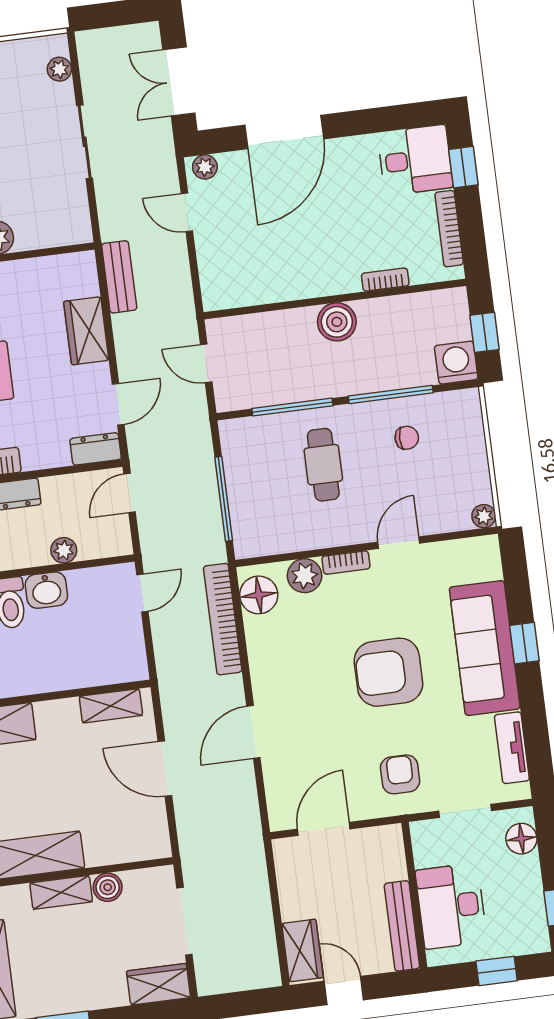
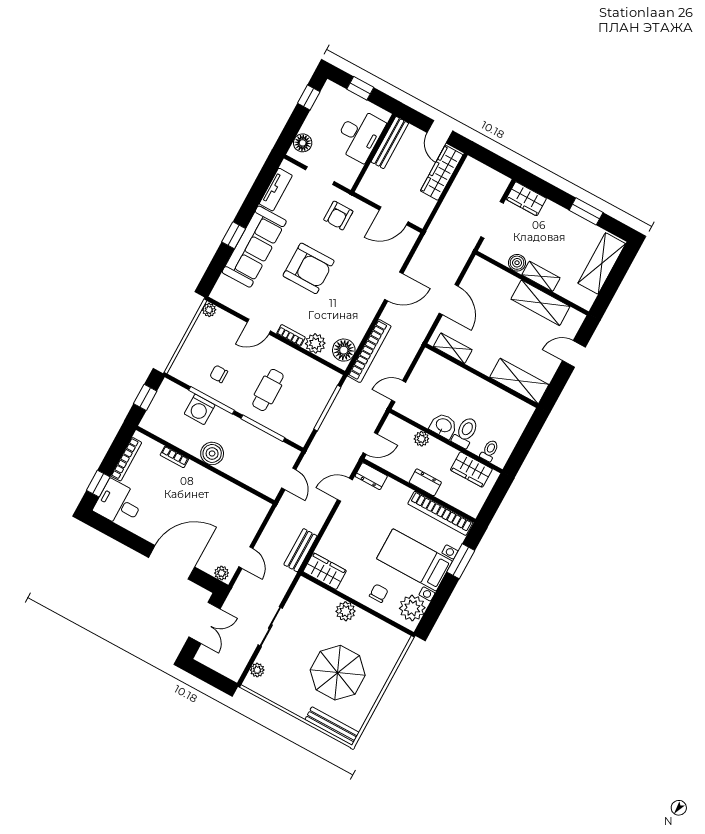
wardrobe: (86, 331) -> (325, 571), moved, turned -90
washing machine: (456, 363) -> (200, 409), moved
wardrobe: (302, 950) -> (442, 173), width x1.50

